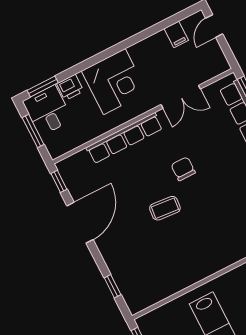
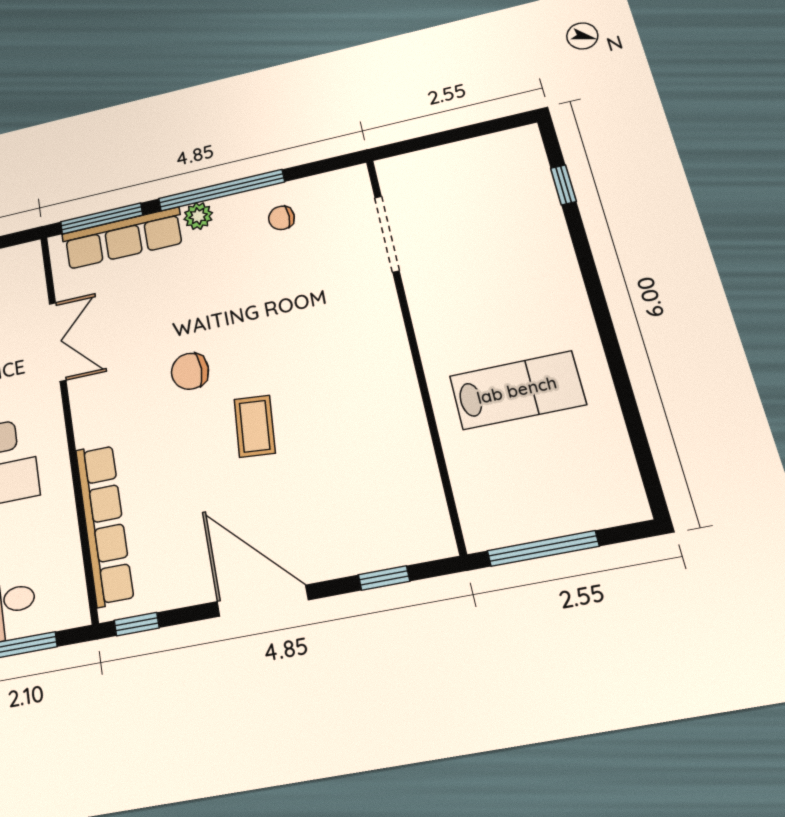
row of seats: (124, 138) -> (104, 524), moved
door: (80, 223) -> (263, 601), moved

